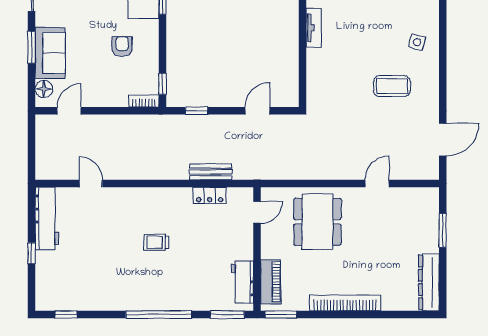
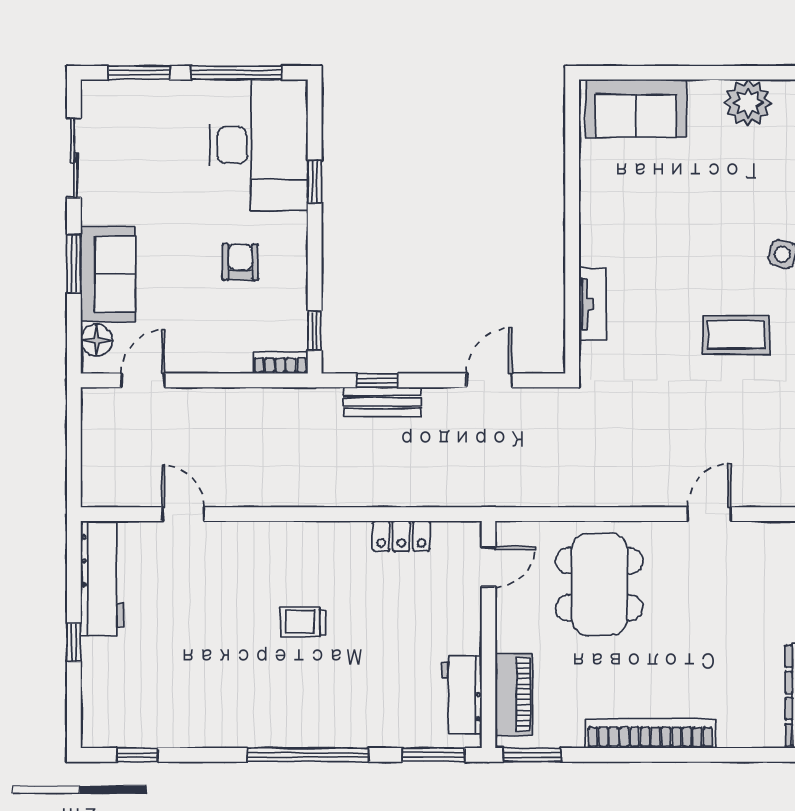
tv unit: (314, 28) -> (593, 304), moved
bench: (211, 172) -> (383, 402), moved

